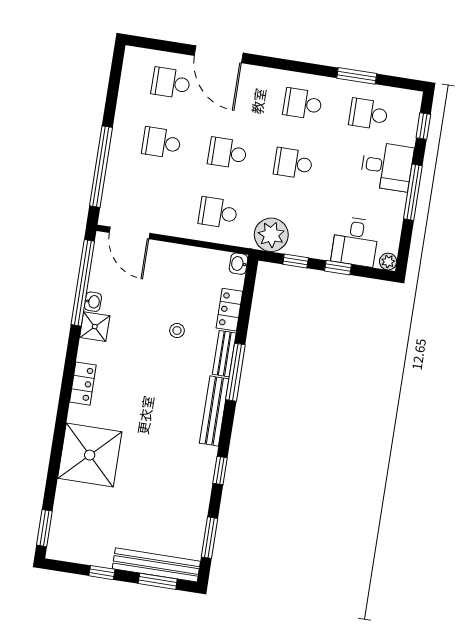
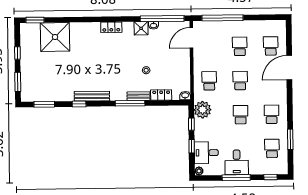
desk: (387, 166) -> (237, 162), moved
bench: (214, 411) -> (92, 96), moved
shower: (90, 455) -> (55, 37), moved
bench: (156, 565) -> (26, 80), removed

